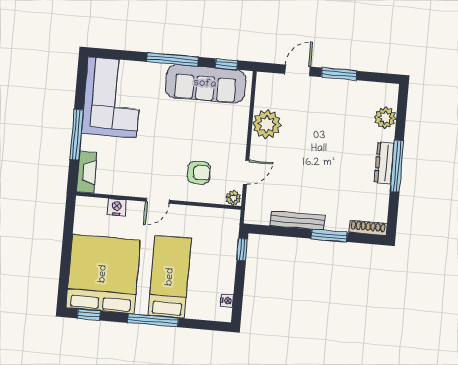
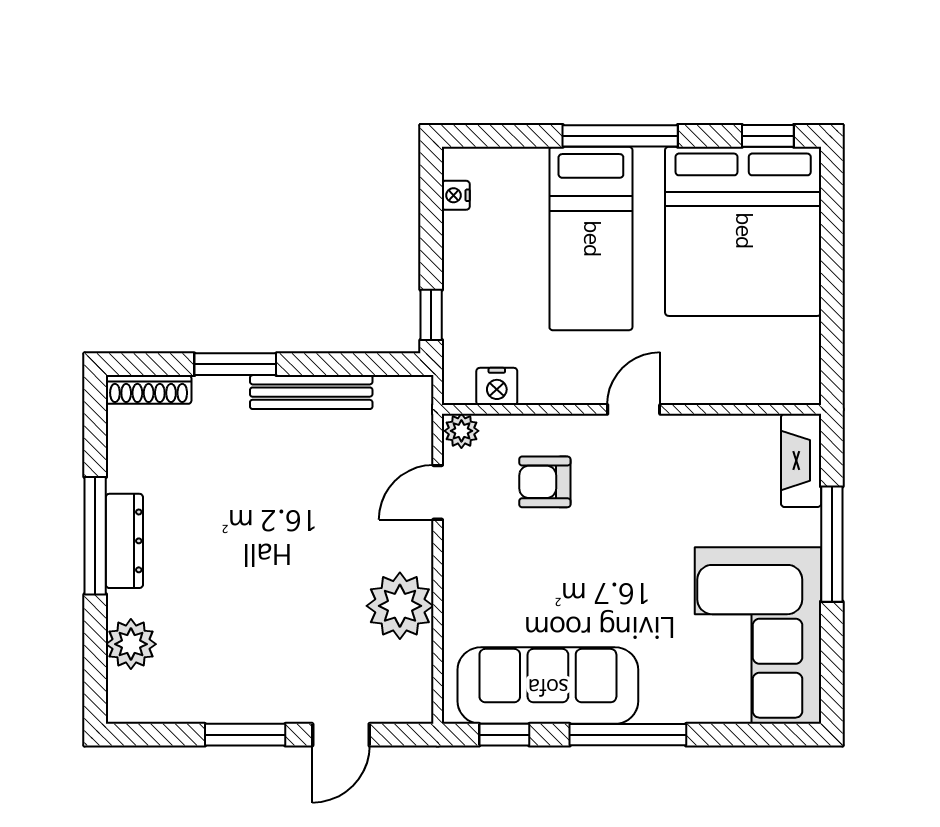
nightstand: (117, 207) -> (497, 386), moved

